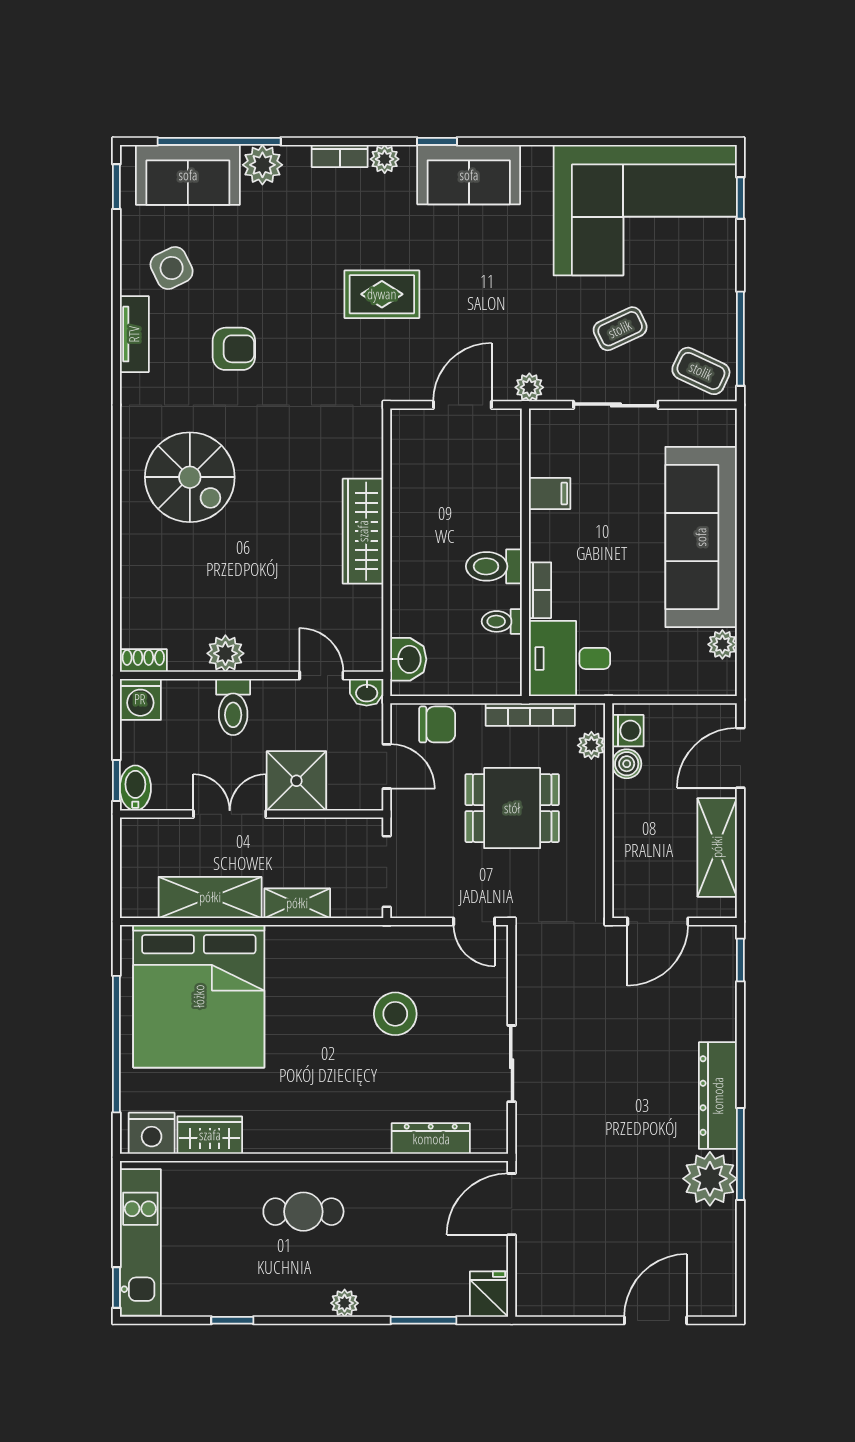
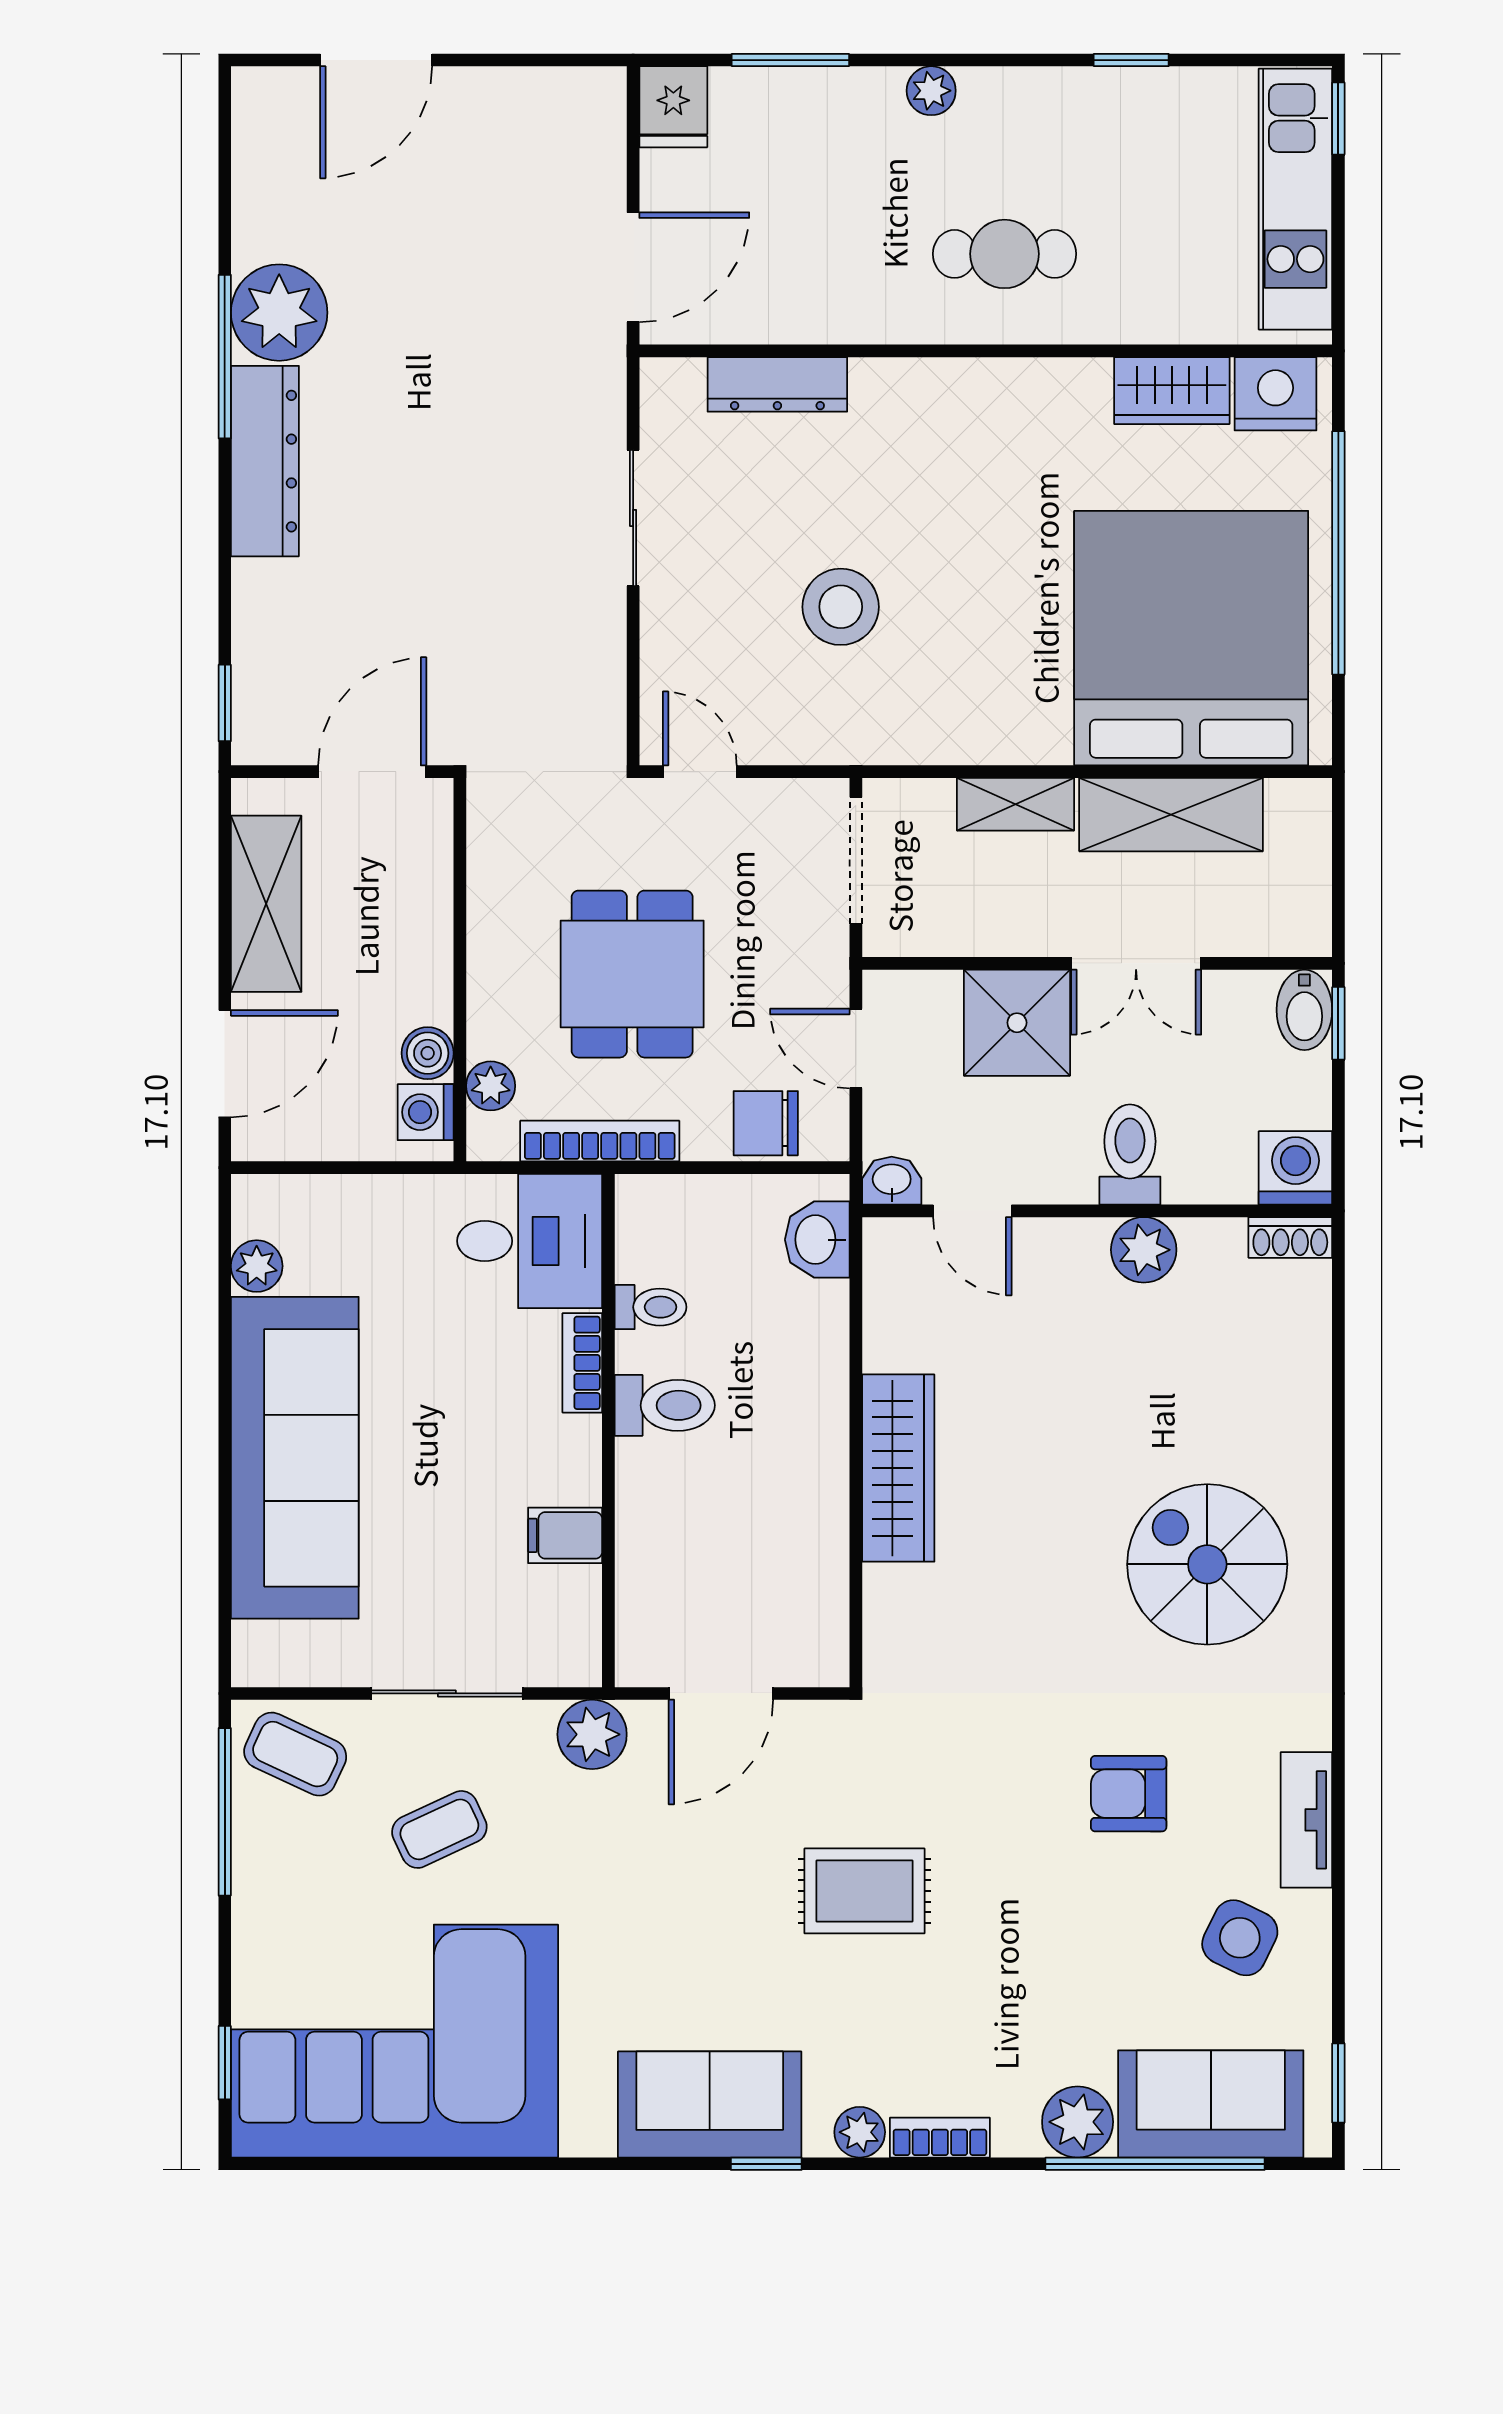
side table: (172, 268) -> (1240, 1938), turned -38
plant: (529, 387) -> (592, 1734), width x1.38, depth x1.38
dining table: (512, 808) -> (632, 974), turned 90

